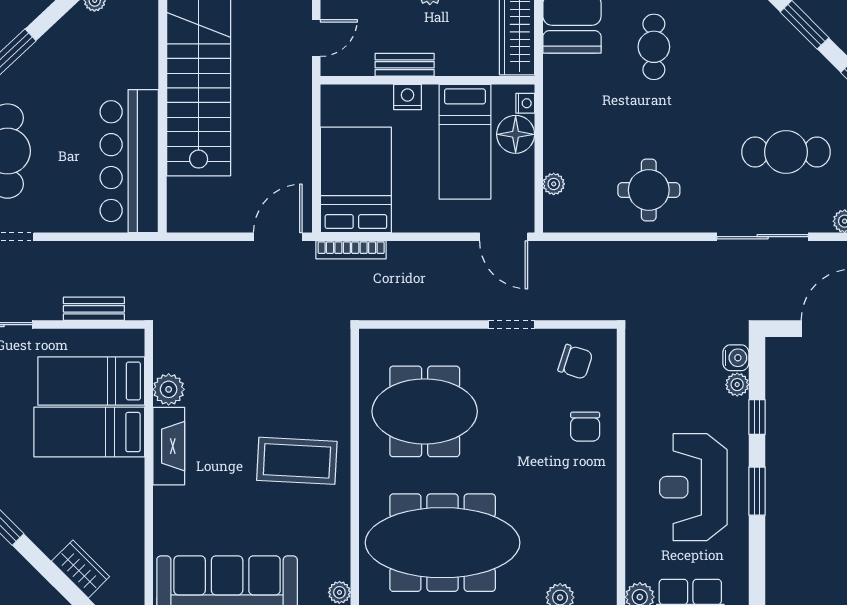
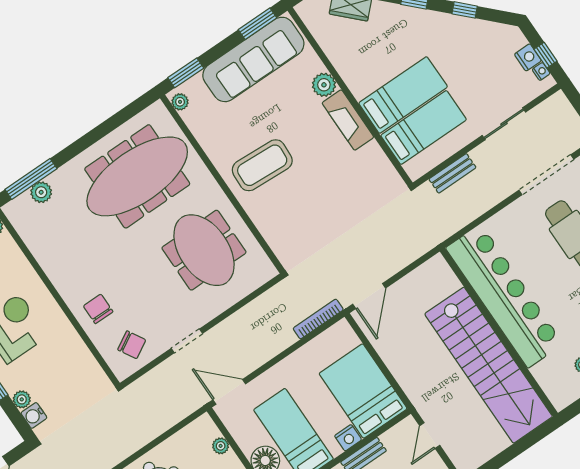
bar counter: (129, 161) -> (504, 296), width x1.36
bed: (356, 180) -> (363, 391), moved, turned 180
chair: (575, 362) -> (132, 345), turned -138
plant: (169, 389) -> (324, 85), moved
meeting table: (425, 411) -> (204, 250), turned 90

